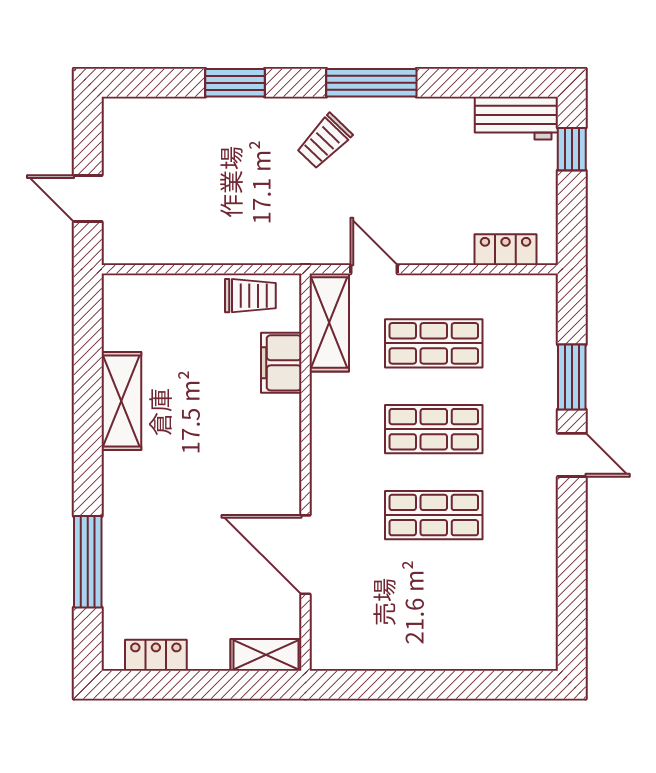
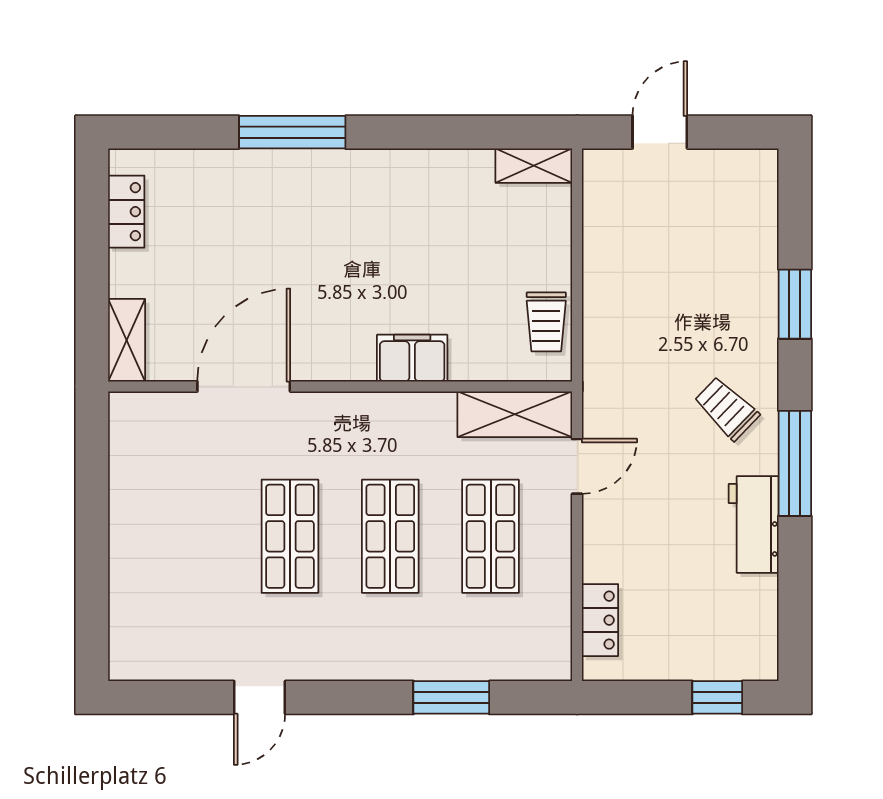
workbench: (516, 118) -> (754, 524), moved
filing cabinet: (281, 363) -> (412, 358), moved
shelving: (121, 401) -> (534, 166), moved, width x0.67, depth x0.75
door: (572, 455) -> (260, 697), moved
window: (88, 562) -> (292, 132), moved

